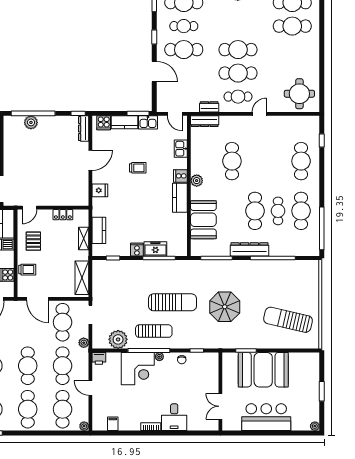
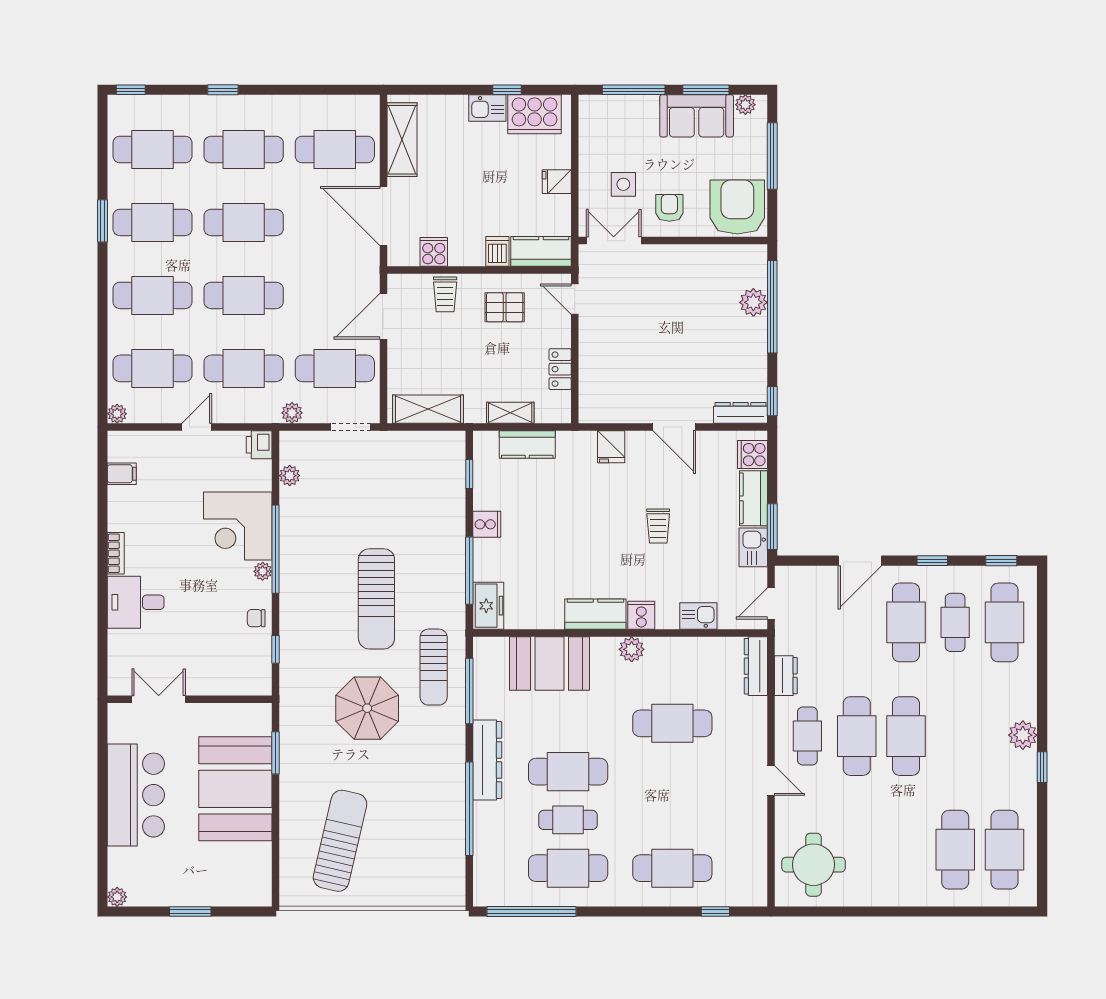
freezer: (155, 249) -> (488, 606), moved
sun lounger: (154, 331) -> (434, 667), moved
plant: (118, 339) -> (290, 476), width x0.53, depth x0.53

